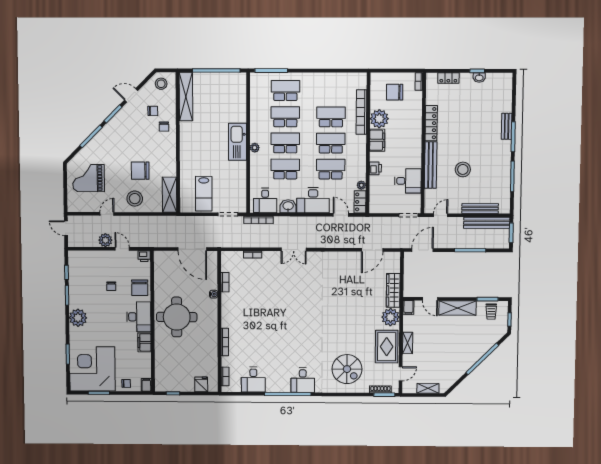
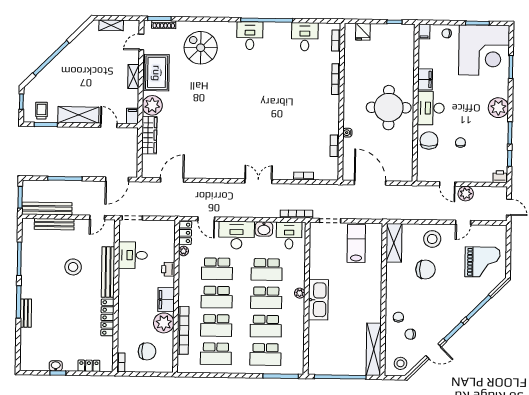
school desk: (331, 91) -> (216, 354), added
printer: (144, 256) -> (500, 177), moved

